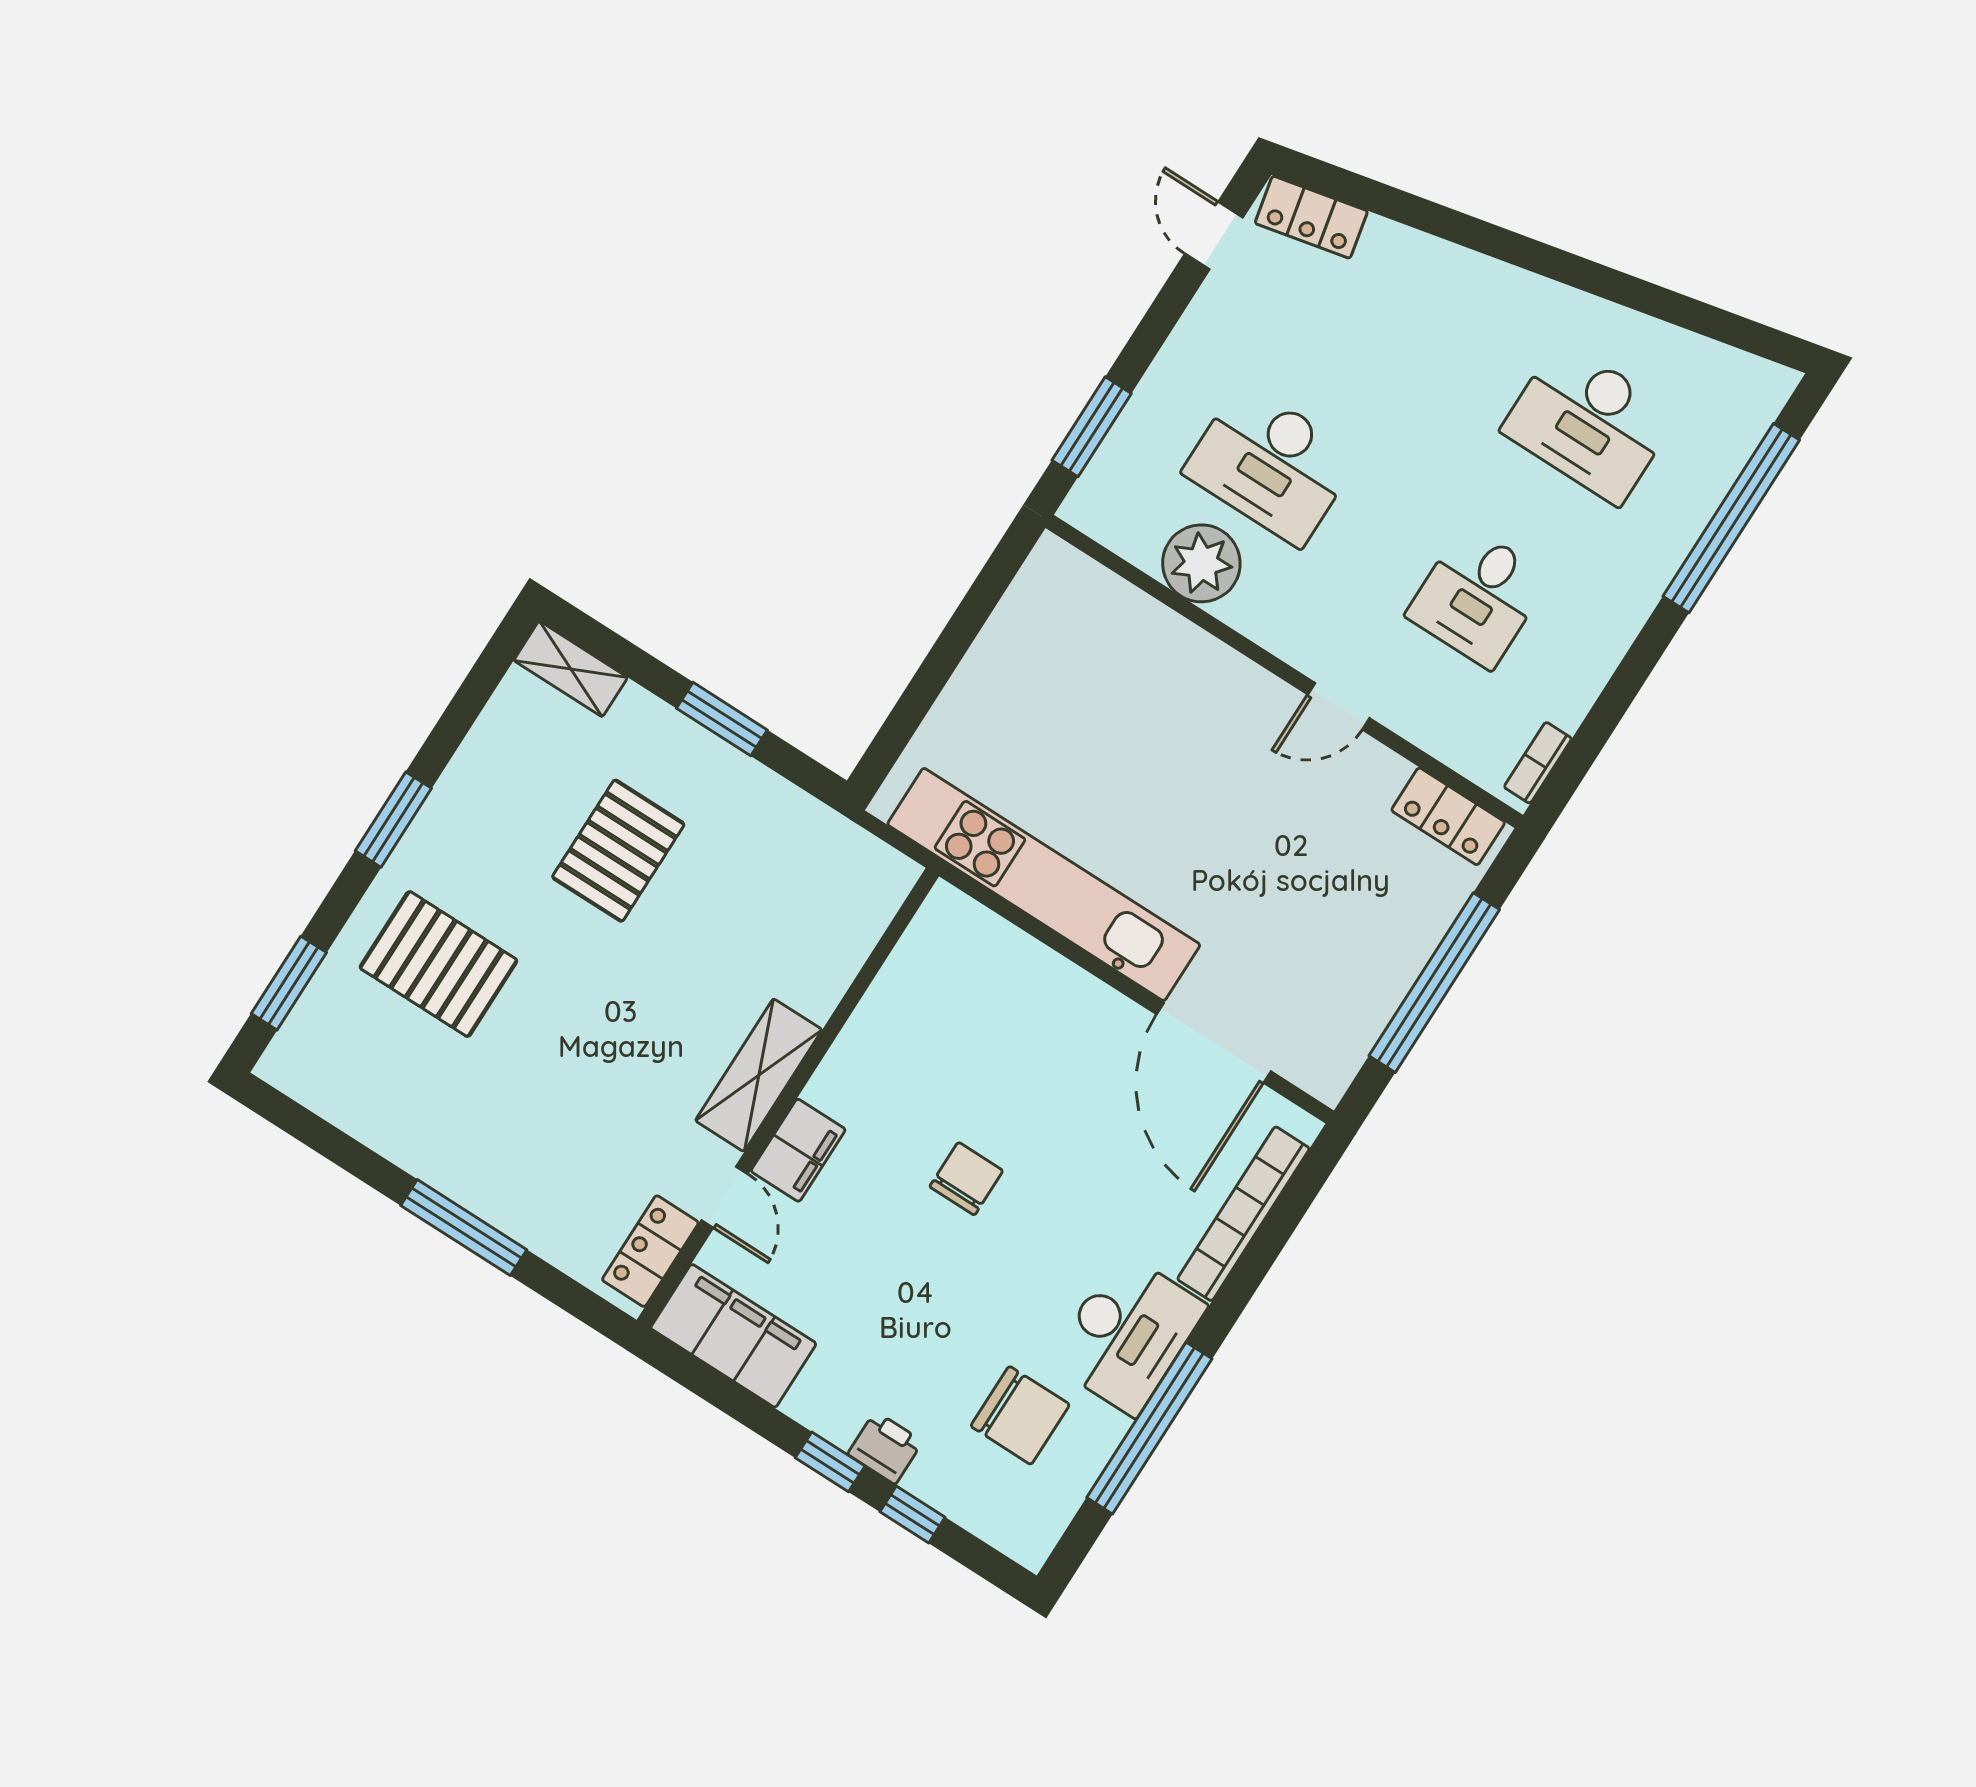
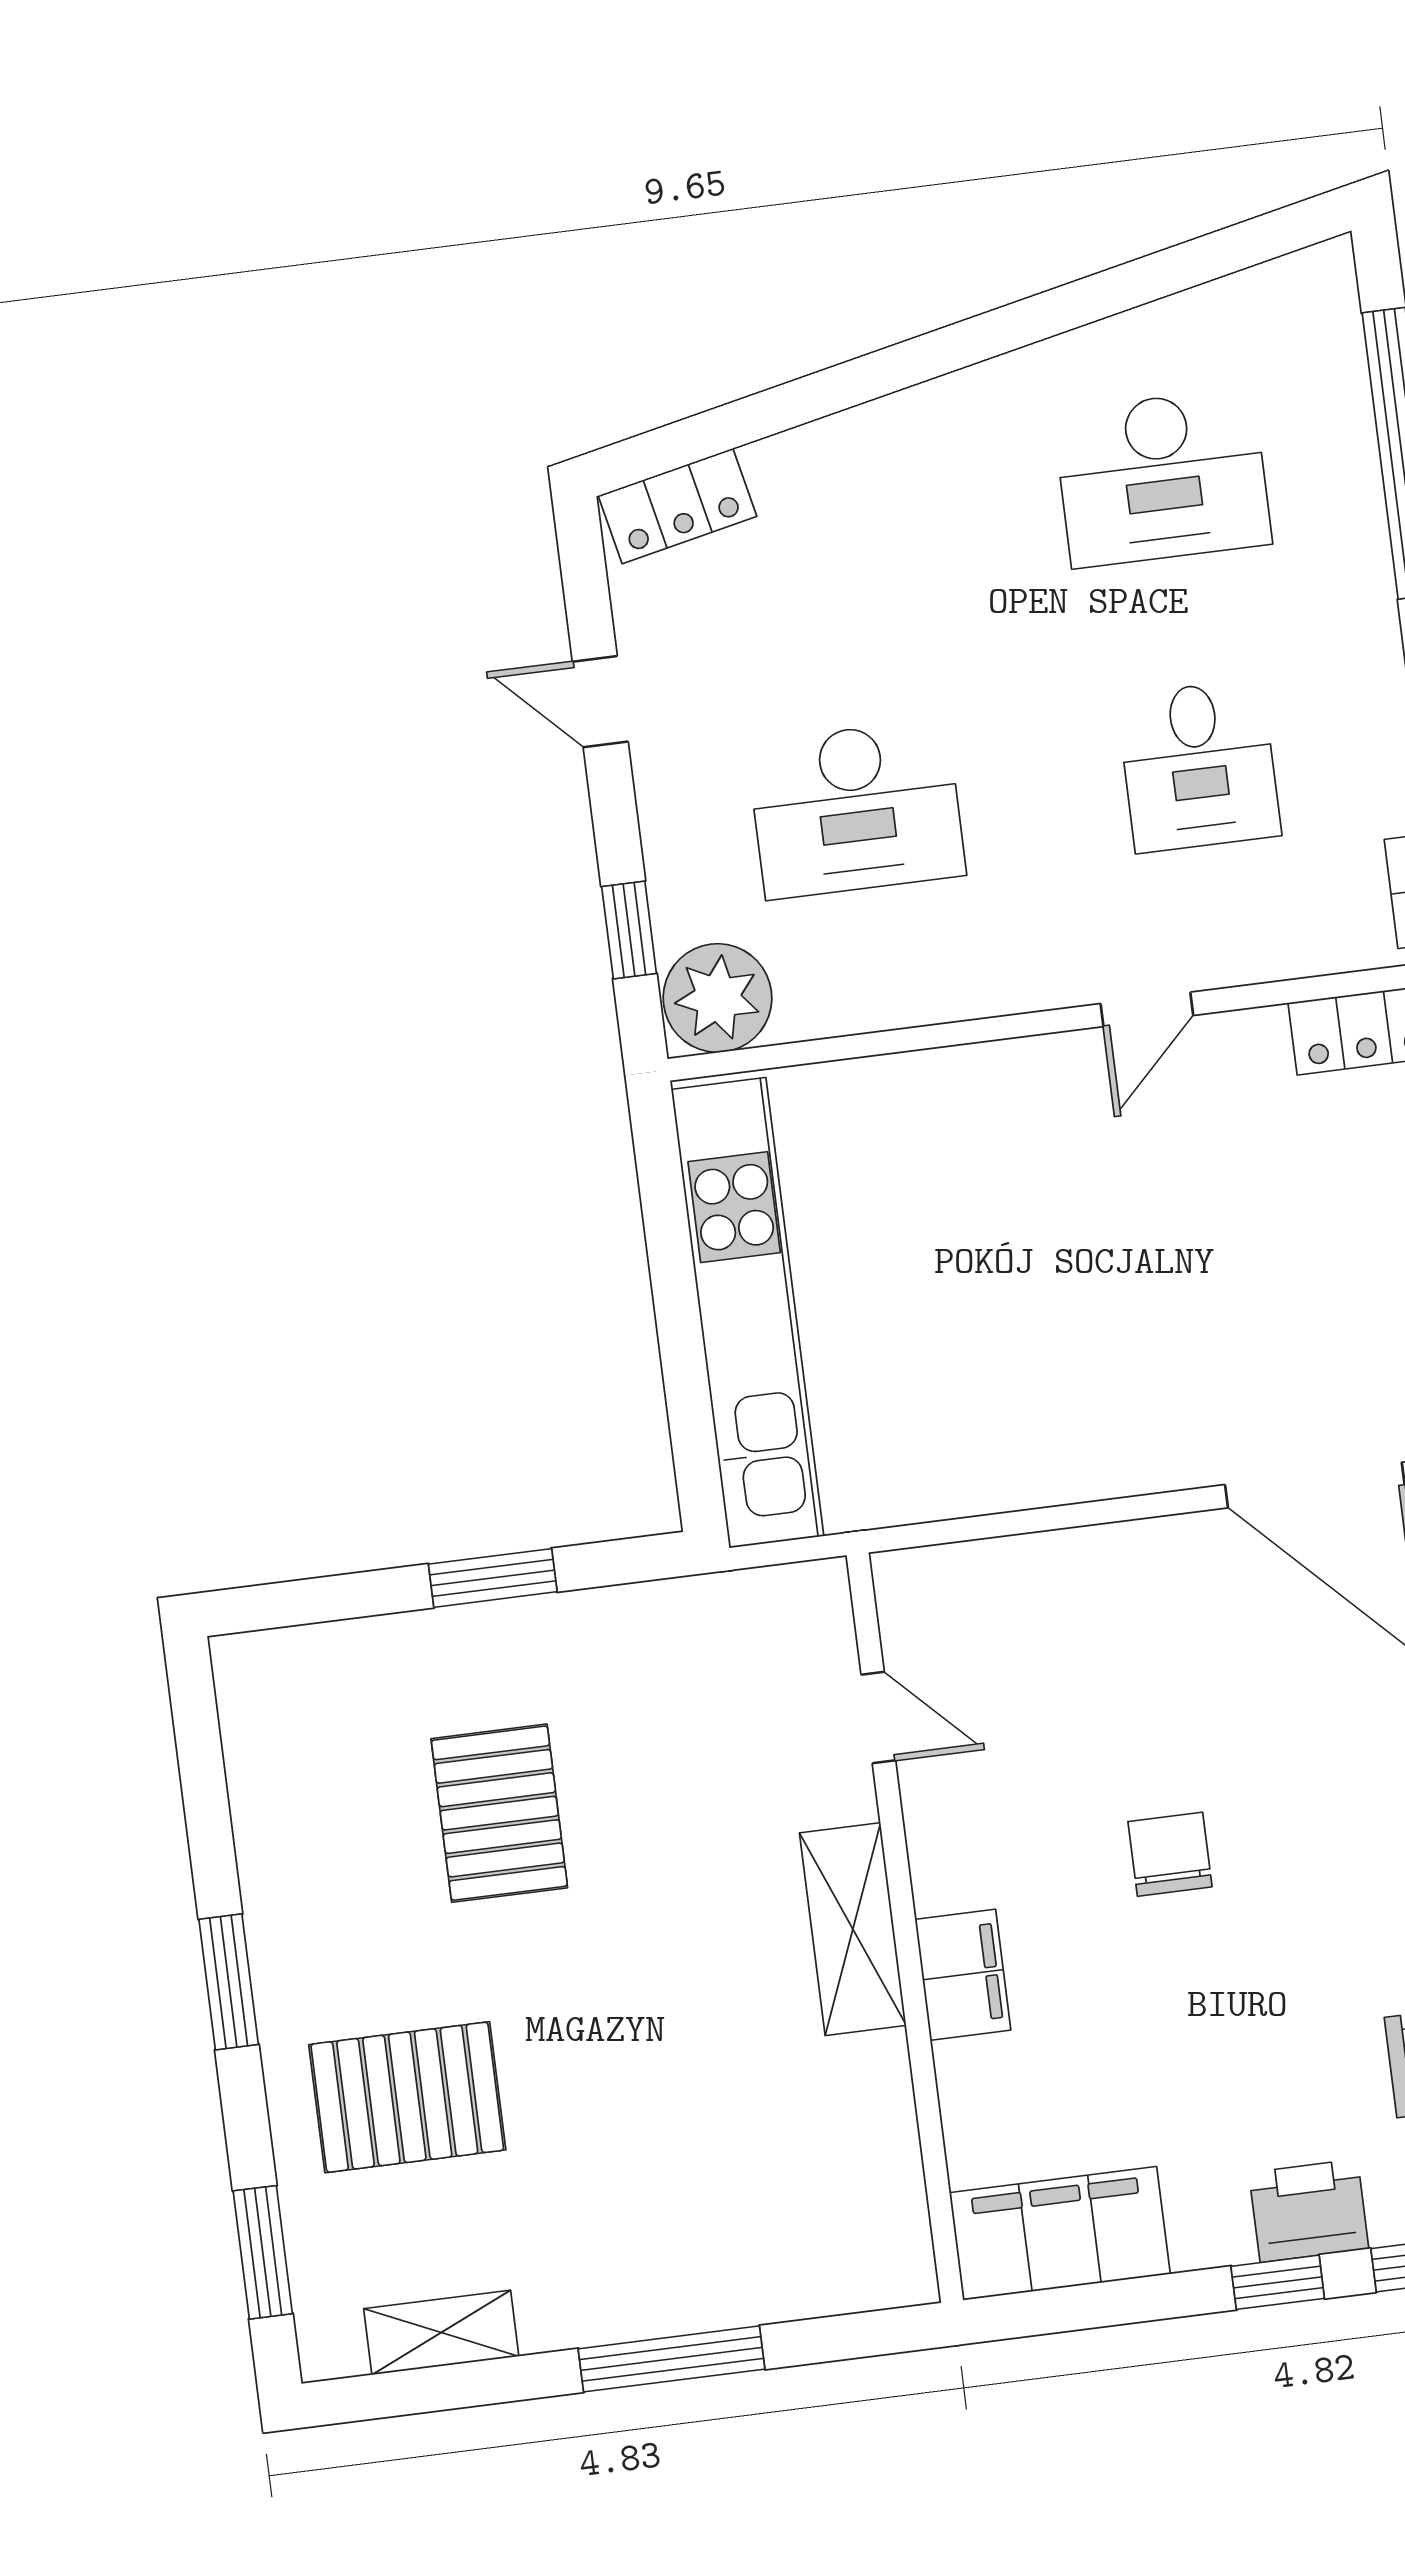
door: (1214, 236) -> (600, 702), moved
window: (1092, 427) -> (629, 930), width x0.67
plant: (1201, 563) -> (718, 998), moved
shelving: (571, 669) -> (441, 2333), moved
kitchen unit: (1044, 884) -> (748, 1313), moved, turned 90
door: (725, 1197) -> (878, 1718), moved
locker: (650, 1251) -> (894, 2217), removed
printer: (885, 1448) -> (1309, 2211), width x1.36, depth x1.24

